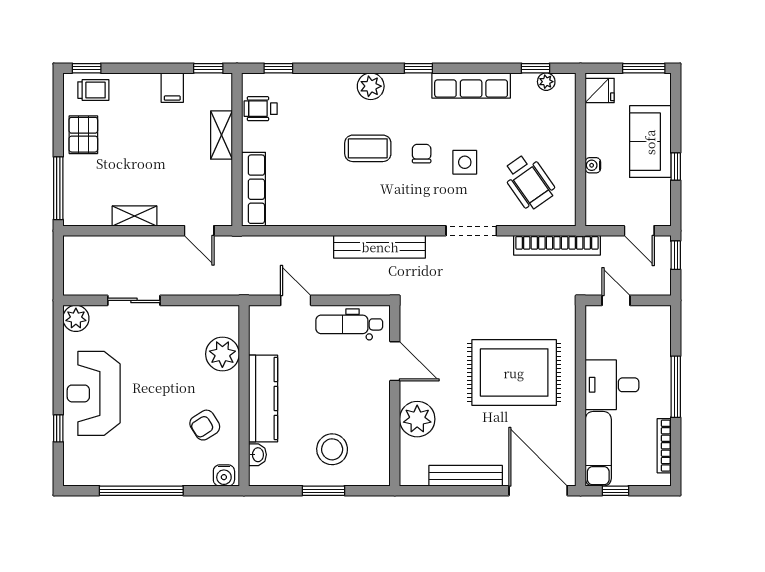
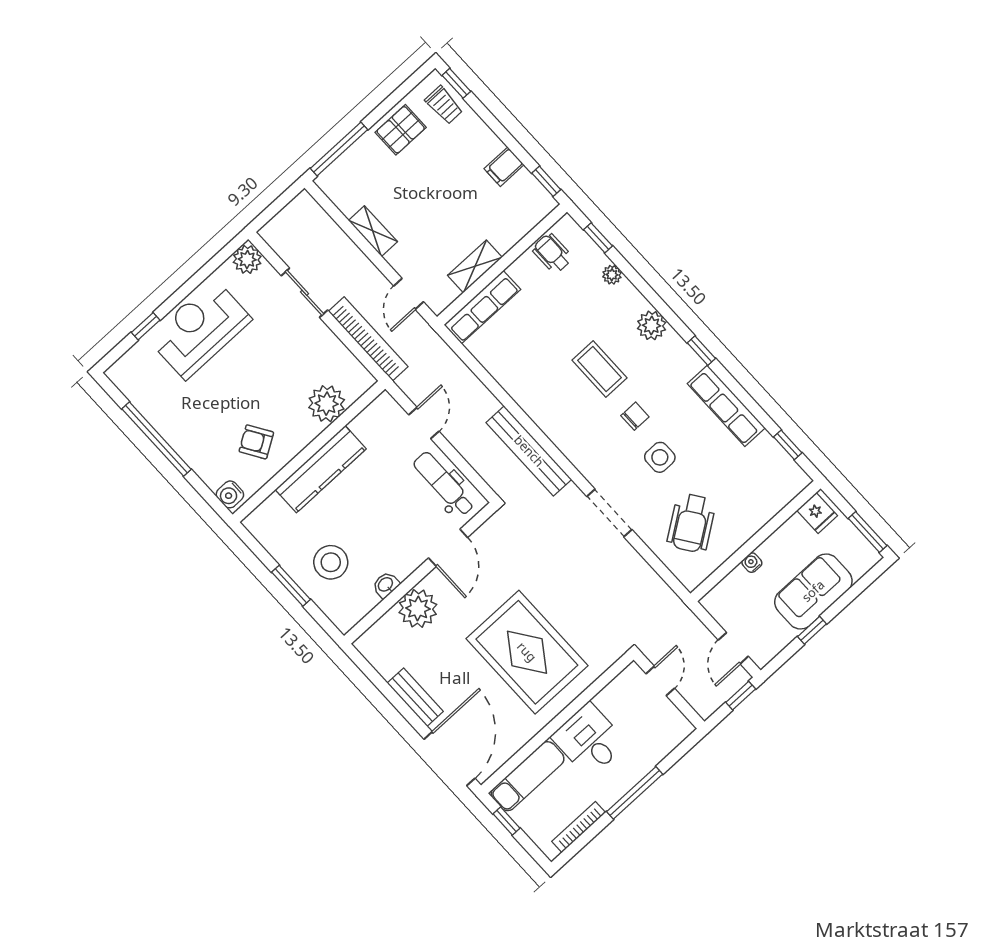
plant: (546, 82) -> (612, 275), moved
shelving: (221, 135) -> (475, 266), moved
bookcase: (557, 245) -> (368, 339), moved, turned 180
washbasin: (257, 455) -> (386, 585), moved, turned 180
bench: (466, 476) -> (415, 697), width x0.73

